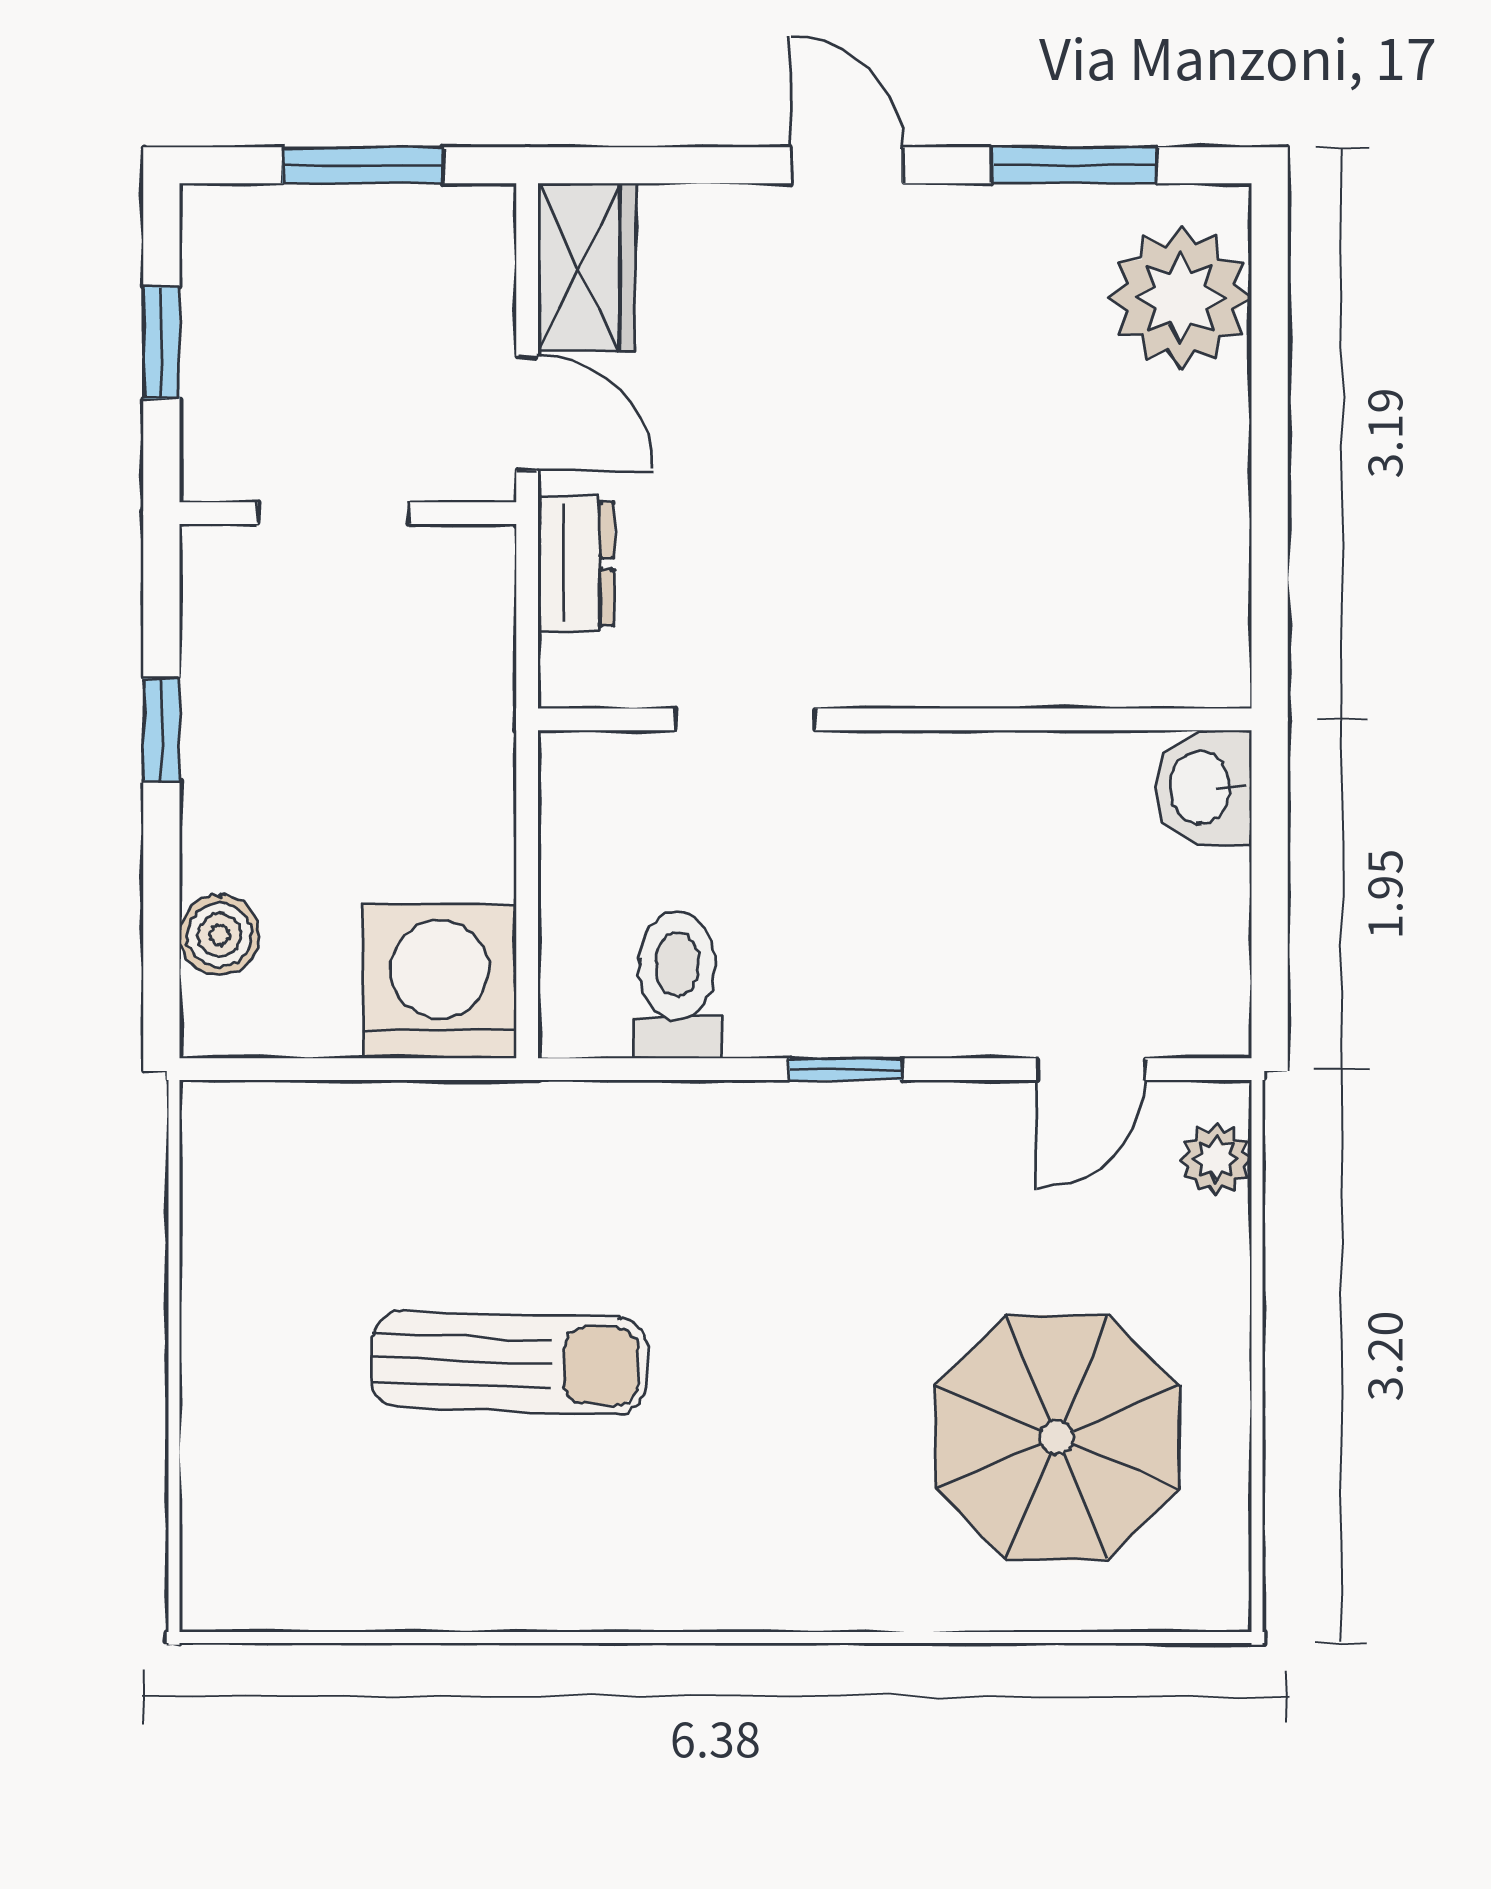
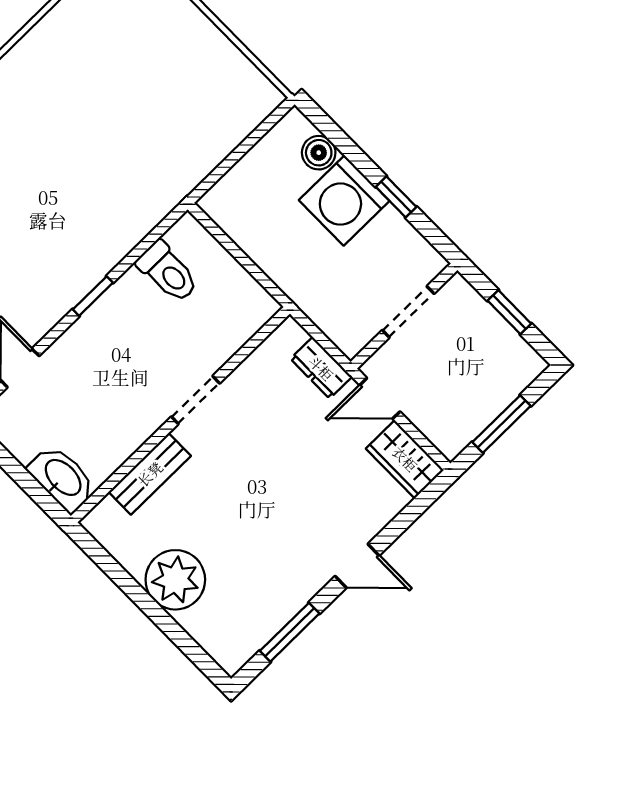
plant: (1180, 298) -> (175, 580), moved
bench: (1047, 670) -> (150, 474), added
doorway: (745, 719) -> (196, 400), moved
washbasin: (1203, 787) -> (62, 478), width x1.38
washing machine: (440, 981) -> (344, 200), moved, turned 90
sun lounger: (509, 1363) -> (107, 110), removed

